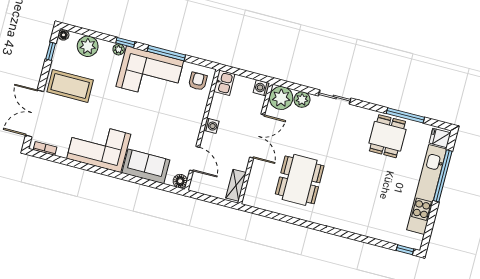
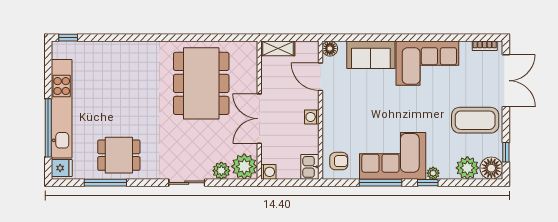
floor lamp: (64, 35) -> (491, 168), width x1.89, depth x1.89
armchair: (198, 81) -> (339, 161), turned -90
dining table: (387, 136) -> (119, 155), turned 90
dining table: (300, 180) -> (201, 83), width x1.36, depth x1.24
shelving: (236, 185) -> (278, 48), moved, turned 90

